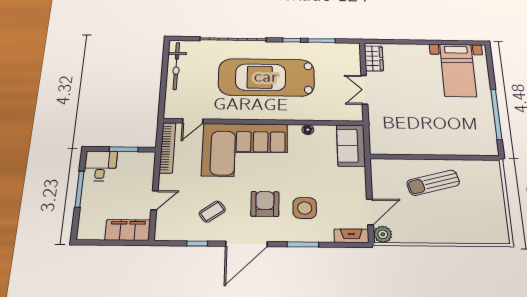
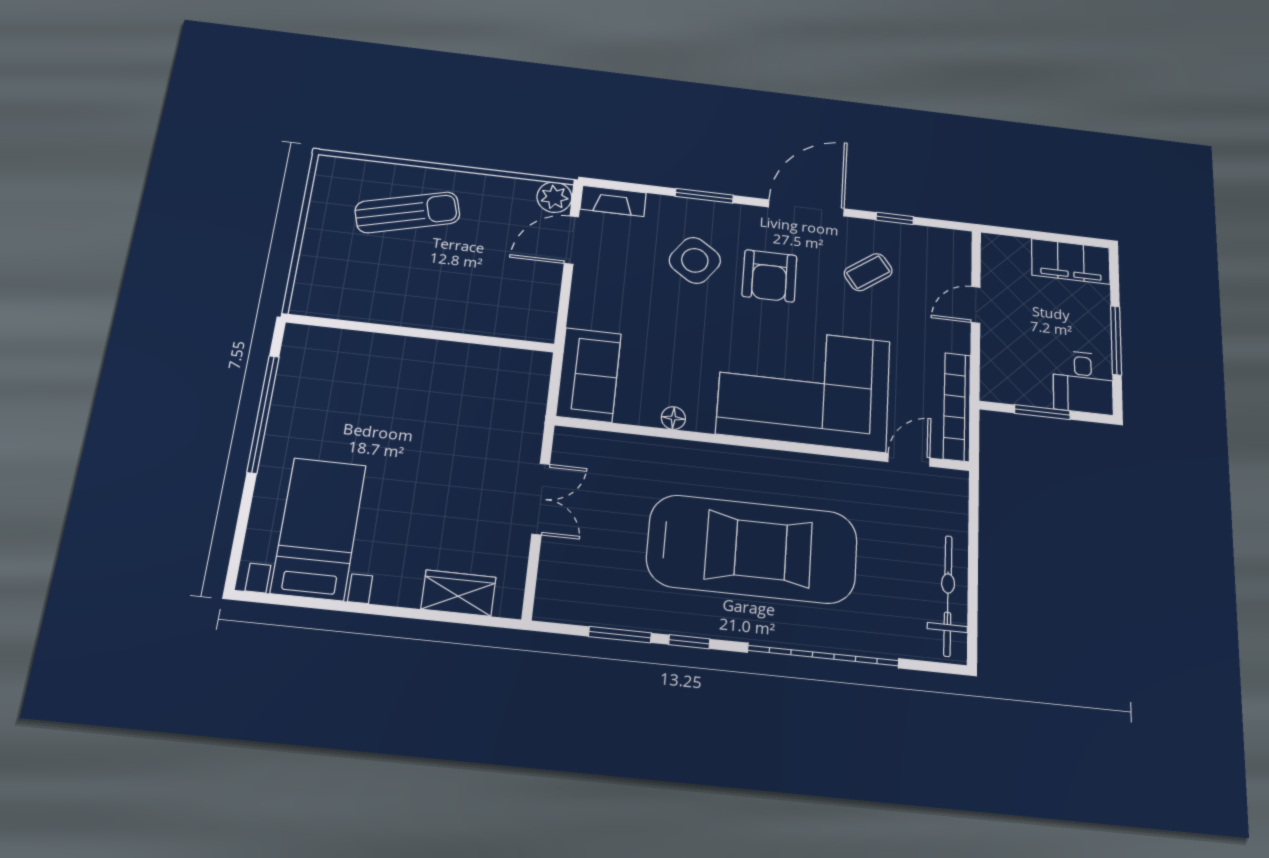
wardrobe: (374, 58) -> (458, 593), moved, turned 90
sun lounger: (433, 183) -> (407, 212), moved
side table: (305, 208) -> (695, 260), turned 35
filing cabinet: (128, 230) -> (1071, 261), moved

